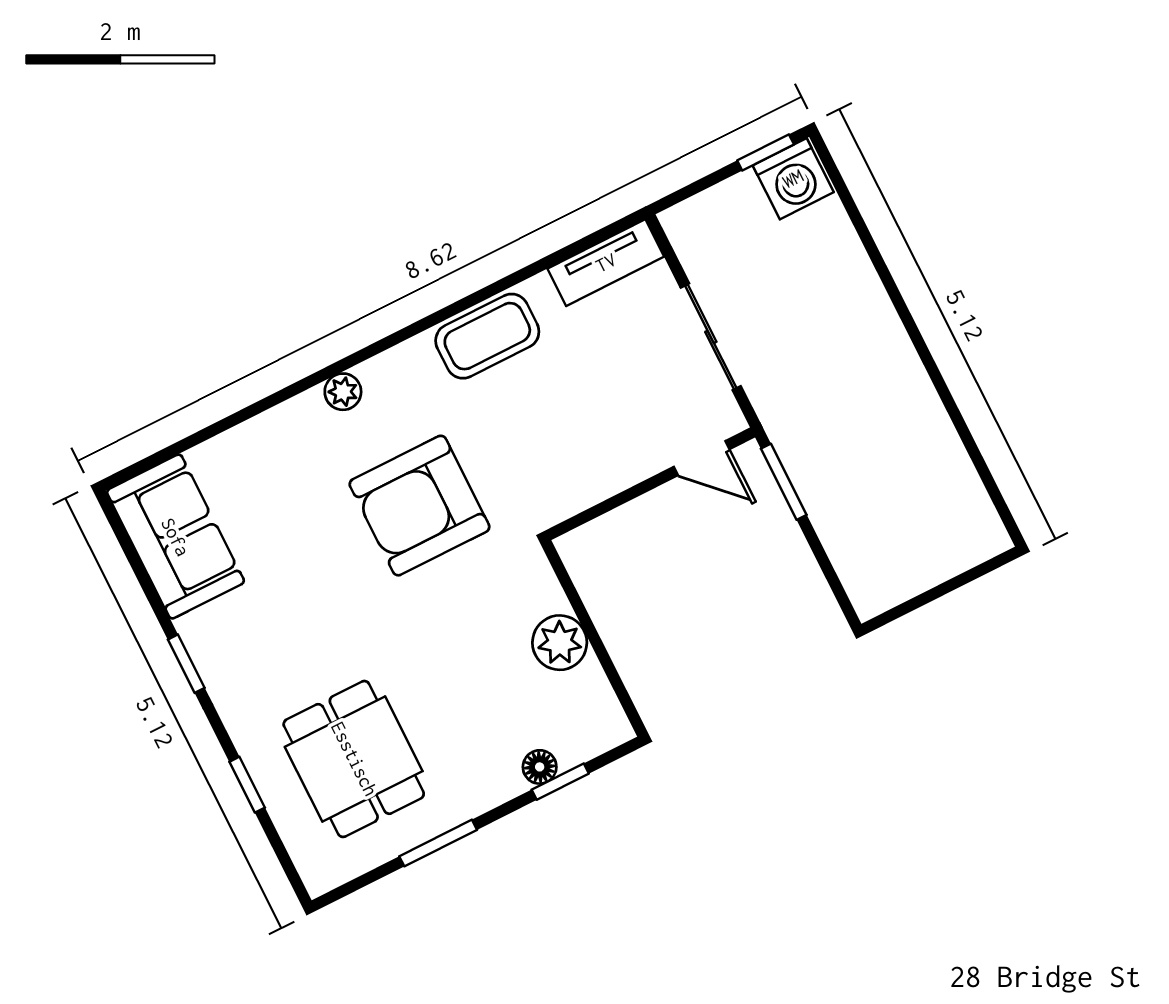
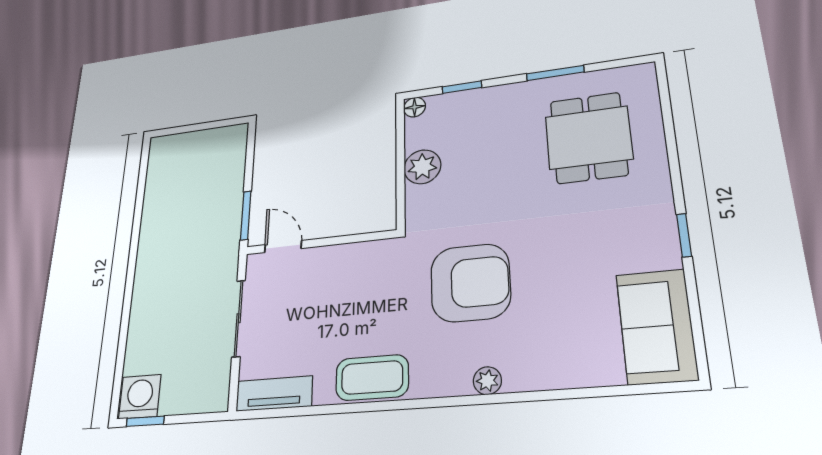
floor lamp: (540, 767) -> (415, 107), moved
window: (247, 785) -> (671, 143), removed

